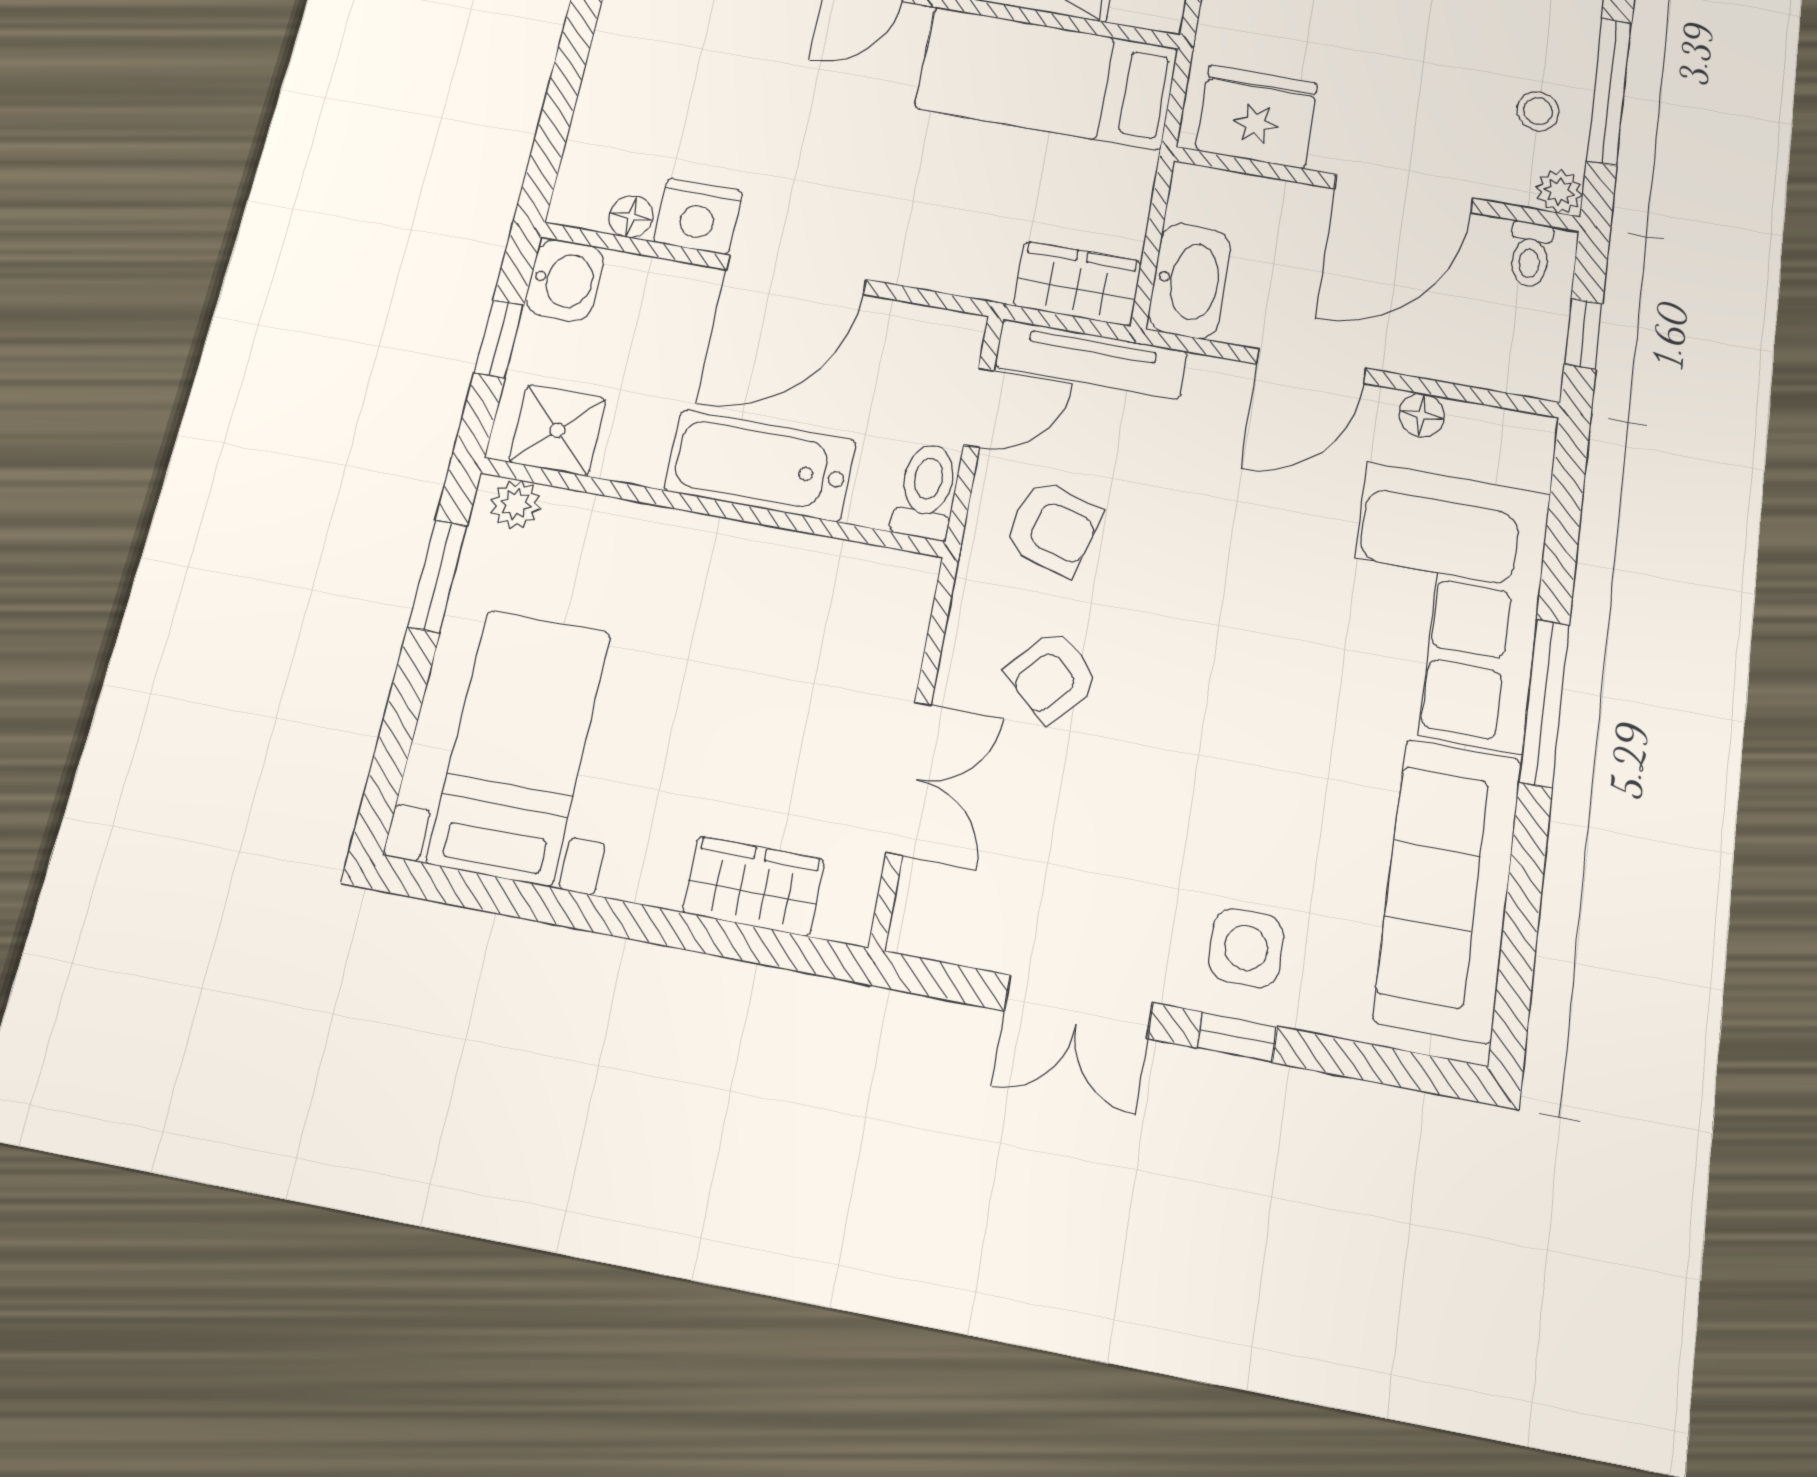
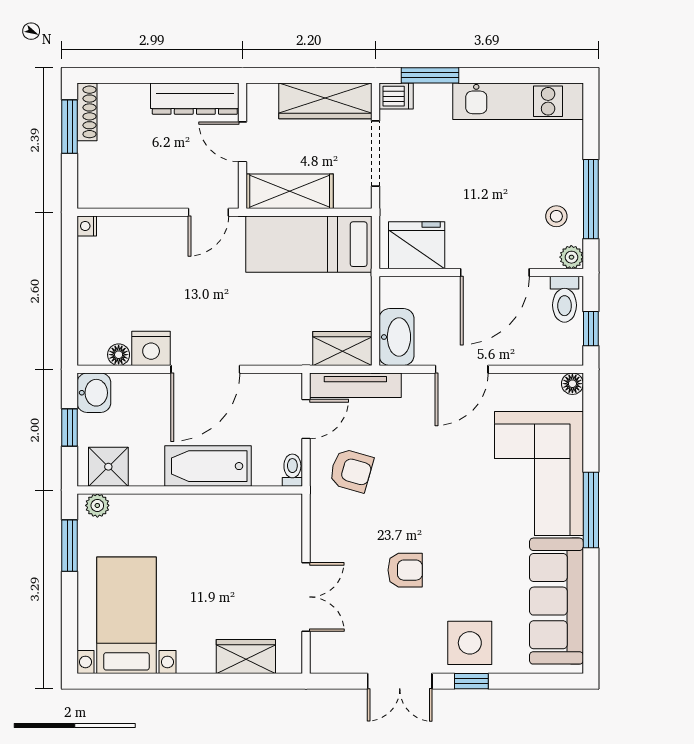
toilet: (1530, 254) -> (565, 299), width x1.37, depth x1.39
floor lamp: (1422, 415) -> (572, 384), moved
toilet: (926, 491) -> (292, 470), width x0.73, depth x0.72
armchair: (1053, 676) -> (405, 570), moved, turned -132
side table: (1246, 948) -> (470, 643), width x1.37, depth x1.37

